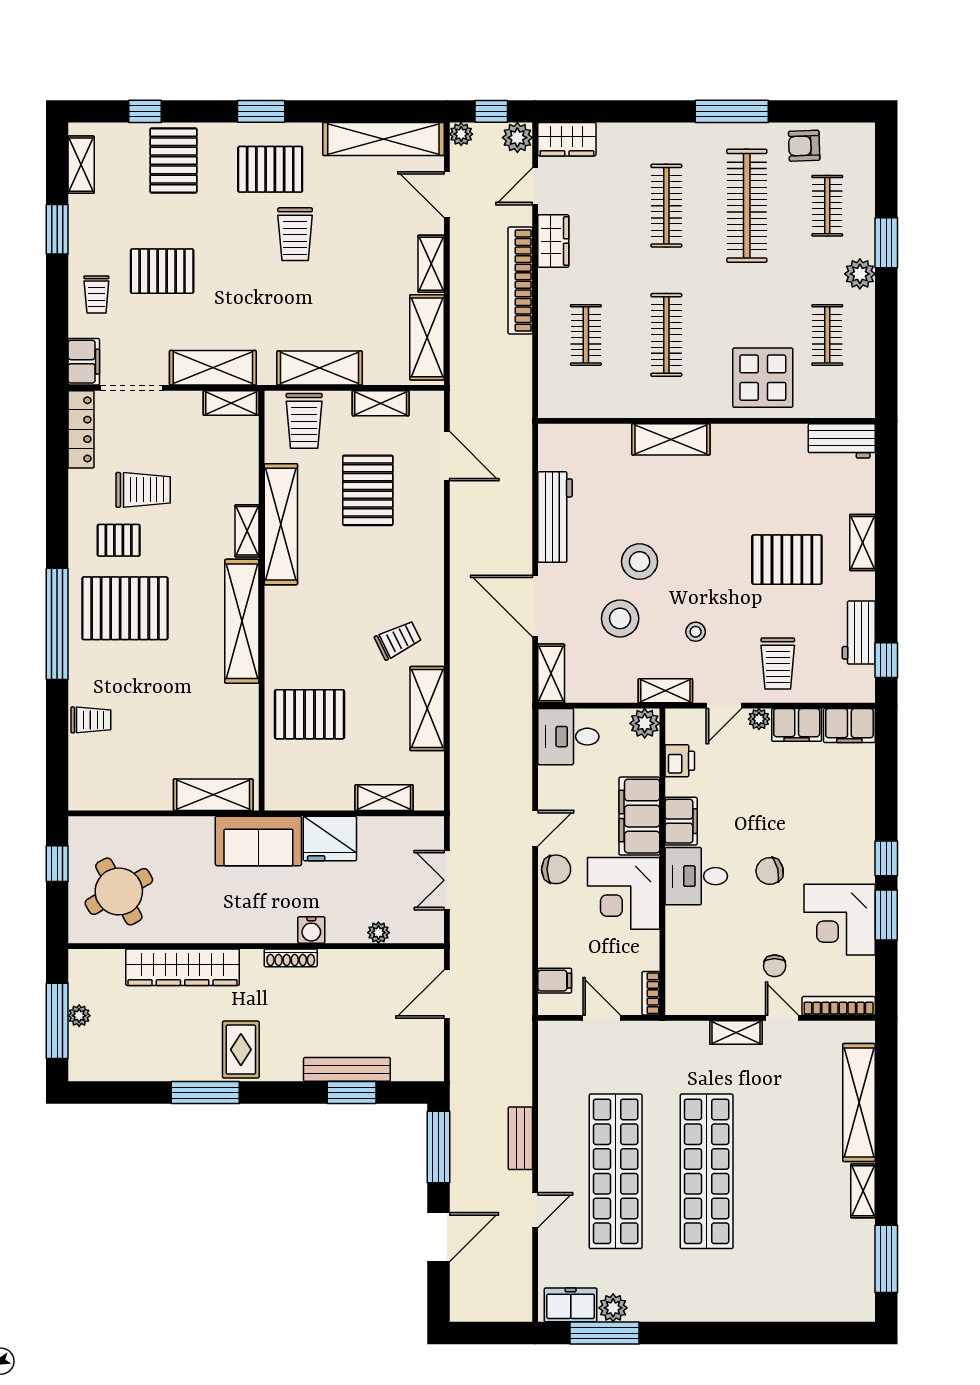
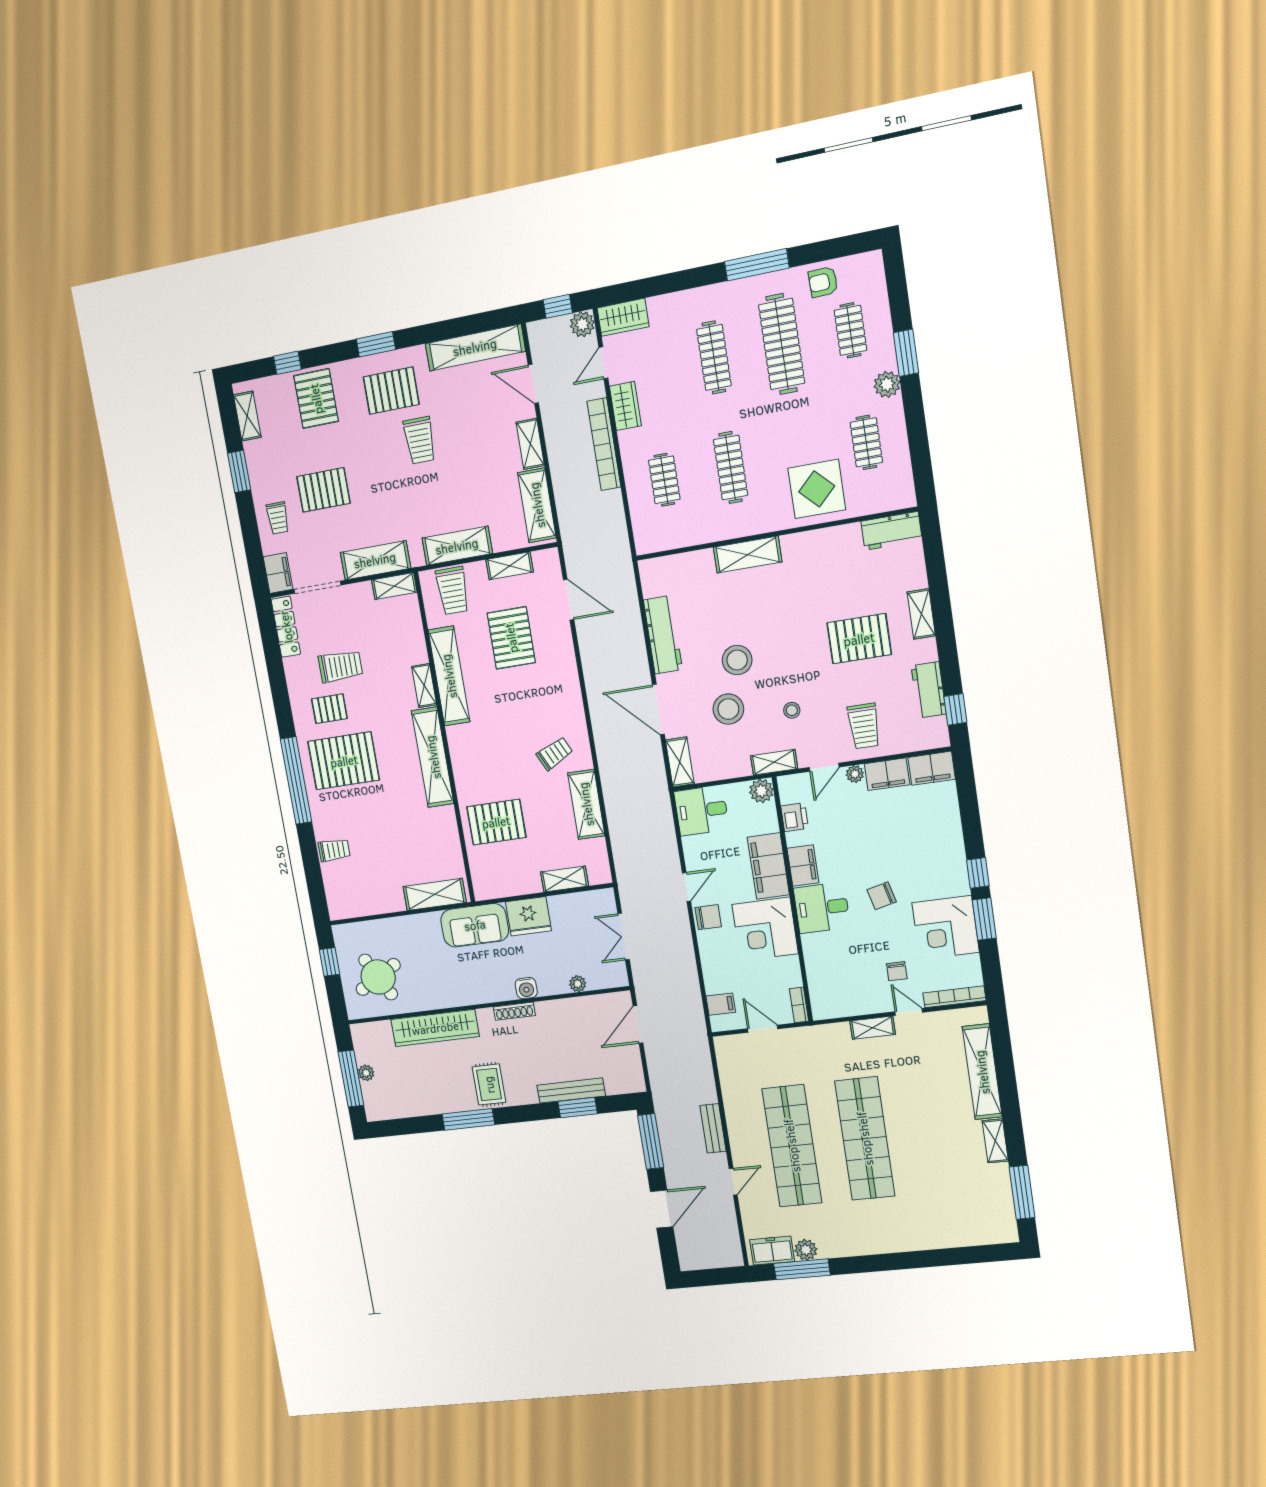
plant: (461, 134) -> (536, 331), removed

